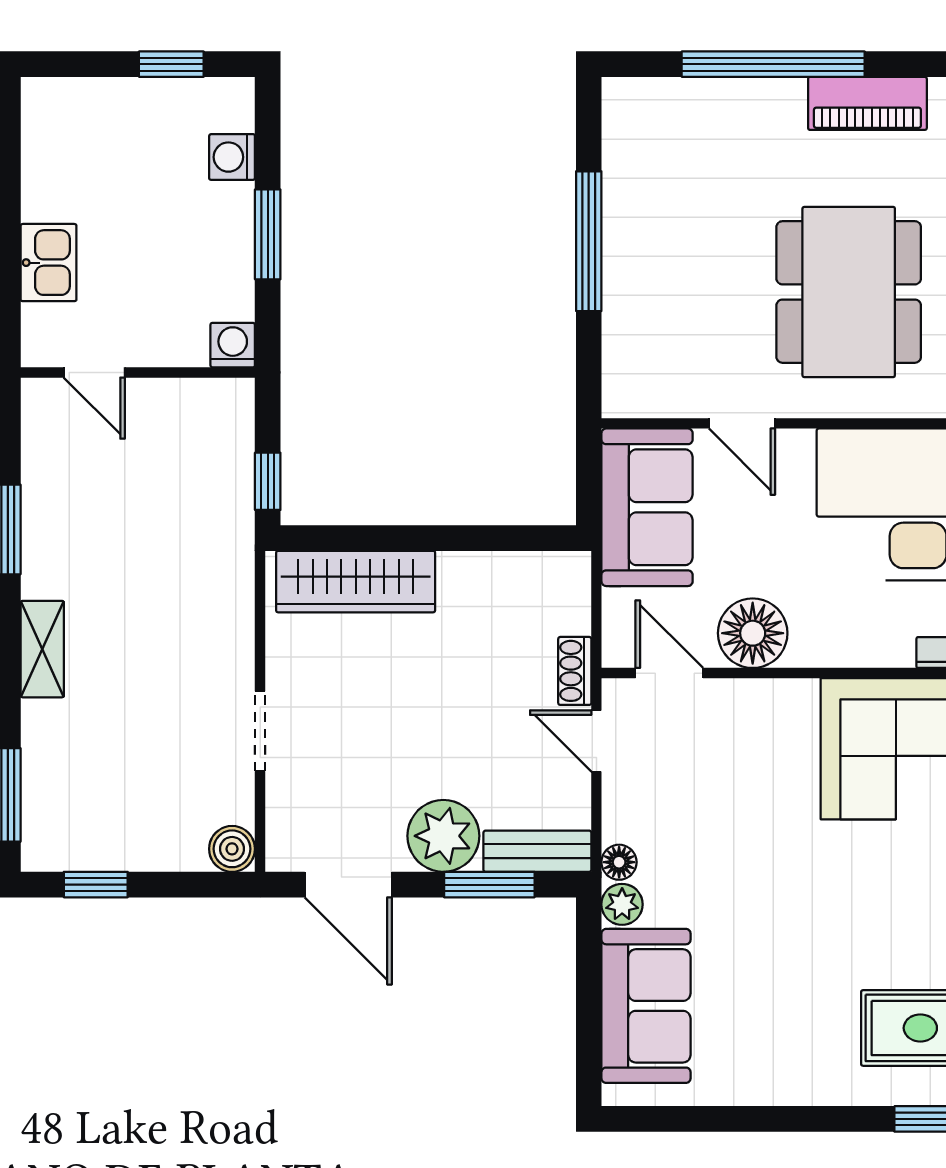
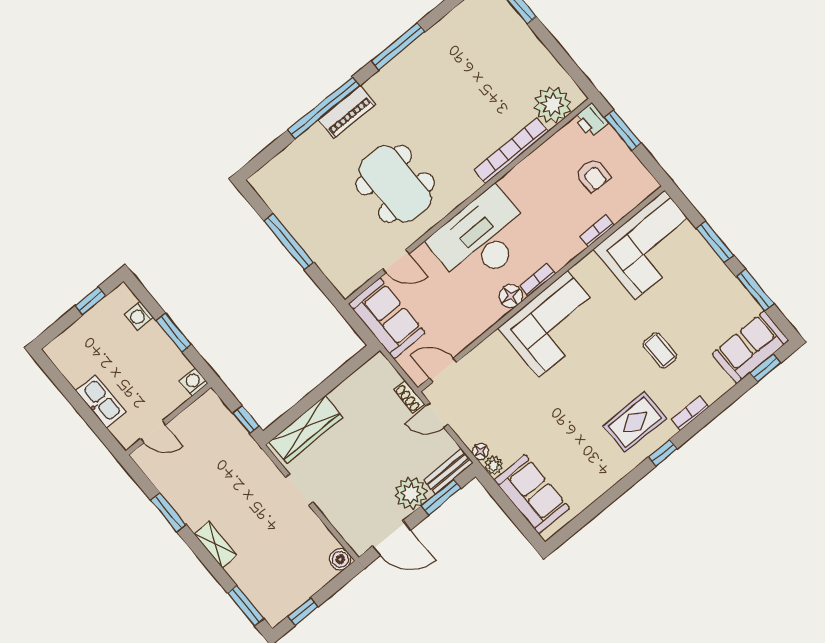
window: (773, 64) -> (324, 108), moved
kitchen sink: (49, 263) -> (101, 401), width x1.38
floor lamp: (753, 633) -> (511, 296), moved, width x0.73, depth x0.73
doorway: (260, 731) -> (299, 490), moved

